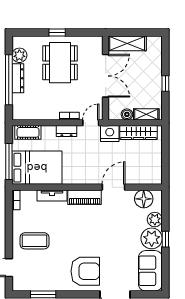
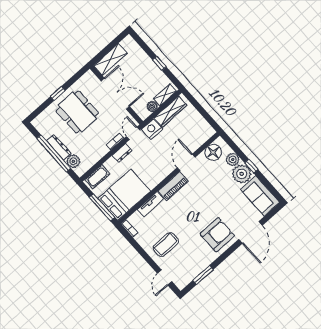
plant: (19, 55) -> (73, 161), moved

